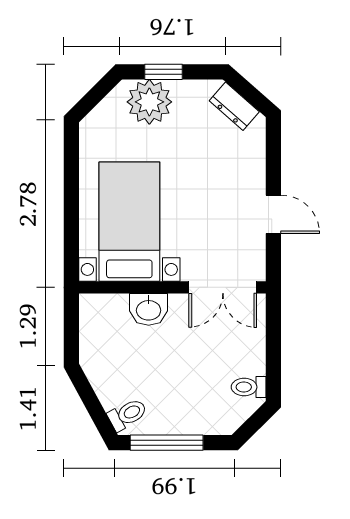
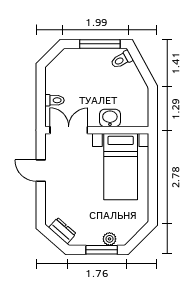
window: (163, 72) -> (102, 250), width x1.50
plant: (149, 102) -> (109, 239), width x0.53, depth x0.53
toilet: (249, 387) -> (54, 100), moved

